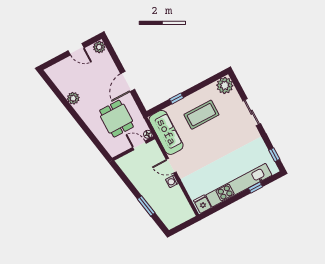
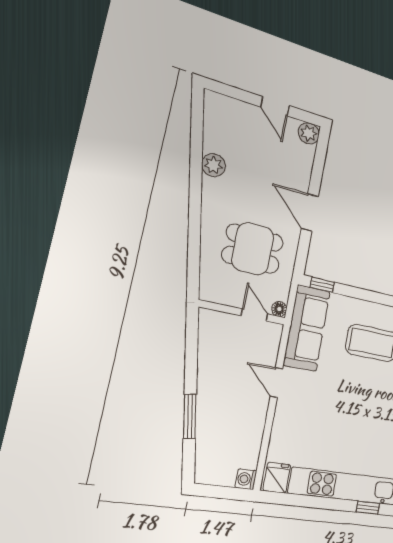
door: (128, 82) -> (310, 212), hinge flipped
window: (176, 98) -> (322, 285), moved
dining table: (117, 119) -> (253, 249), turned 90
washing machine: (172, 181) -> (246, 479), moved

